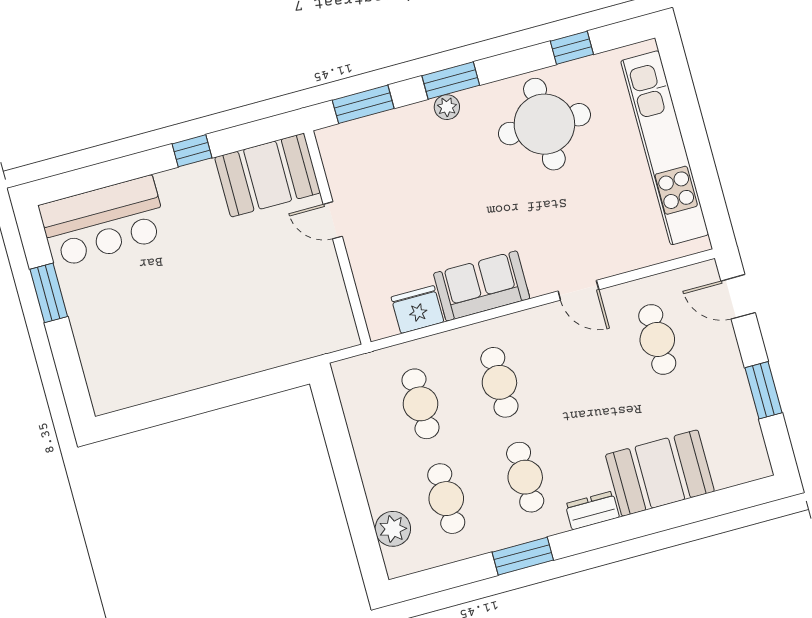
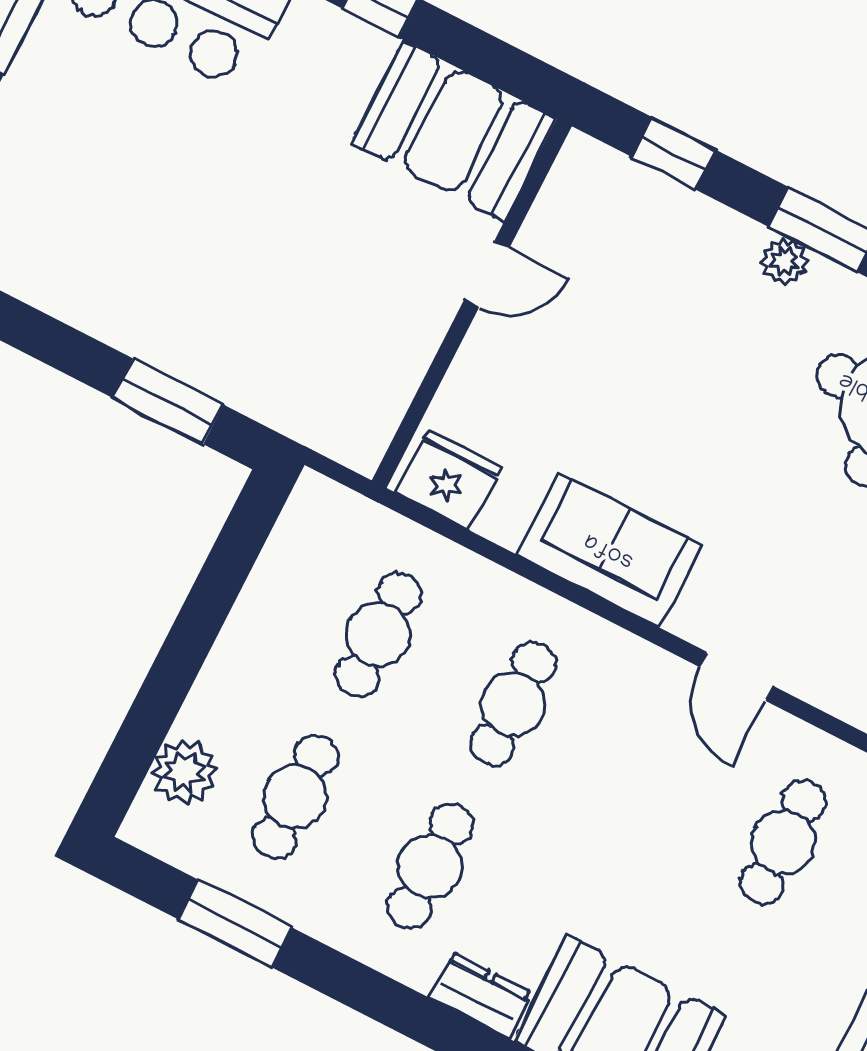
window: (363, 104) -> (673, 153), width x0.67
door: (333, 220) -> (487, 274), swing flipped
fridge: (417, 310) -> (449, 480), moved
window: (252, 387) -> (168, 401), added
window: (523, 556) -> (235, 923), moved

